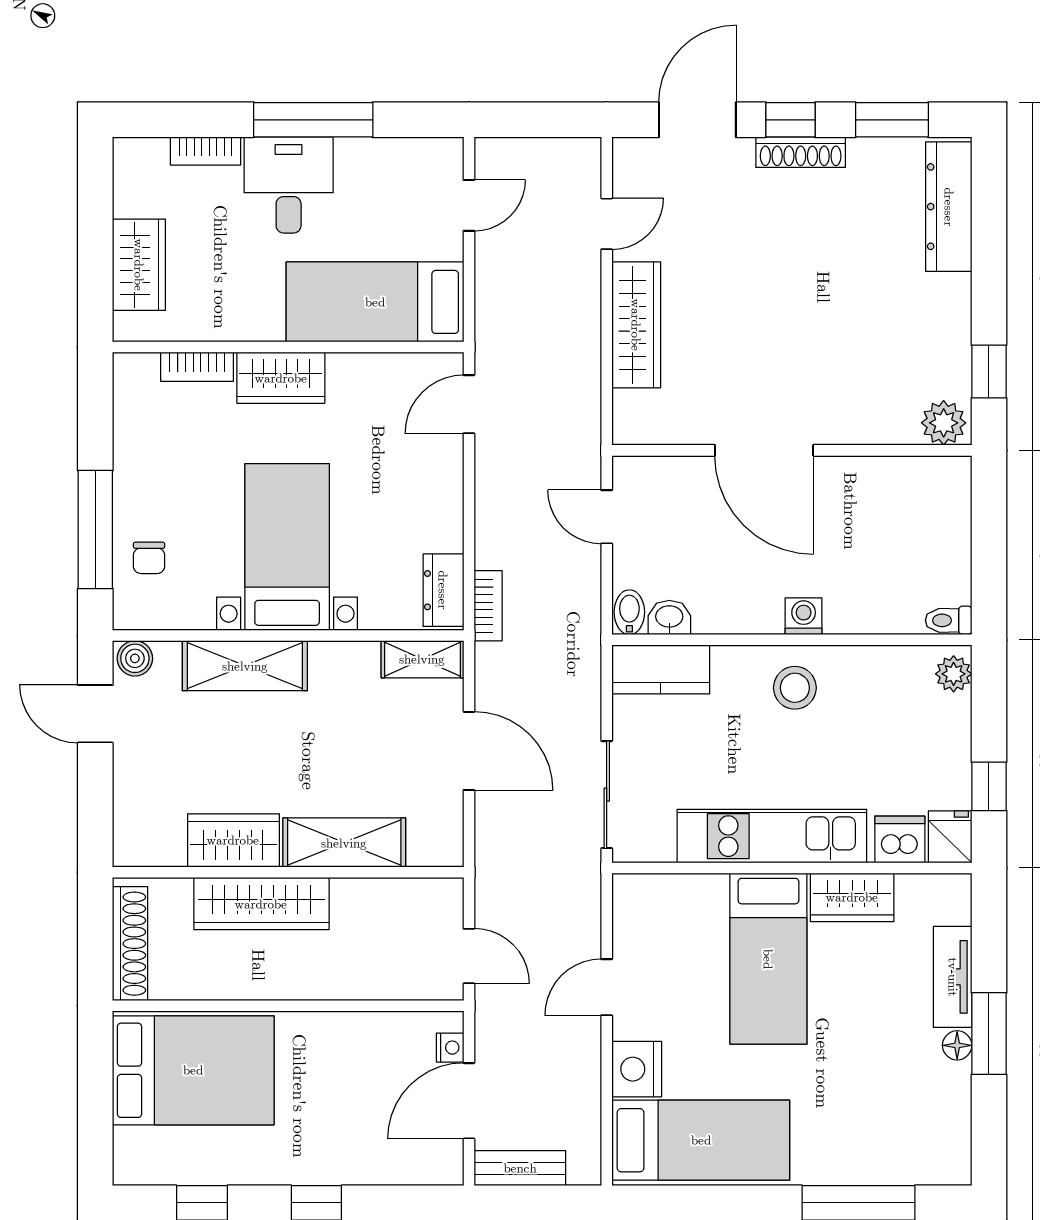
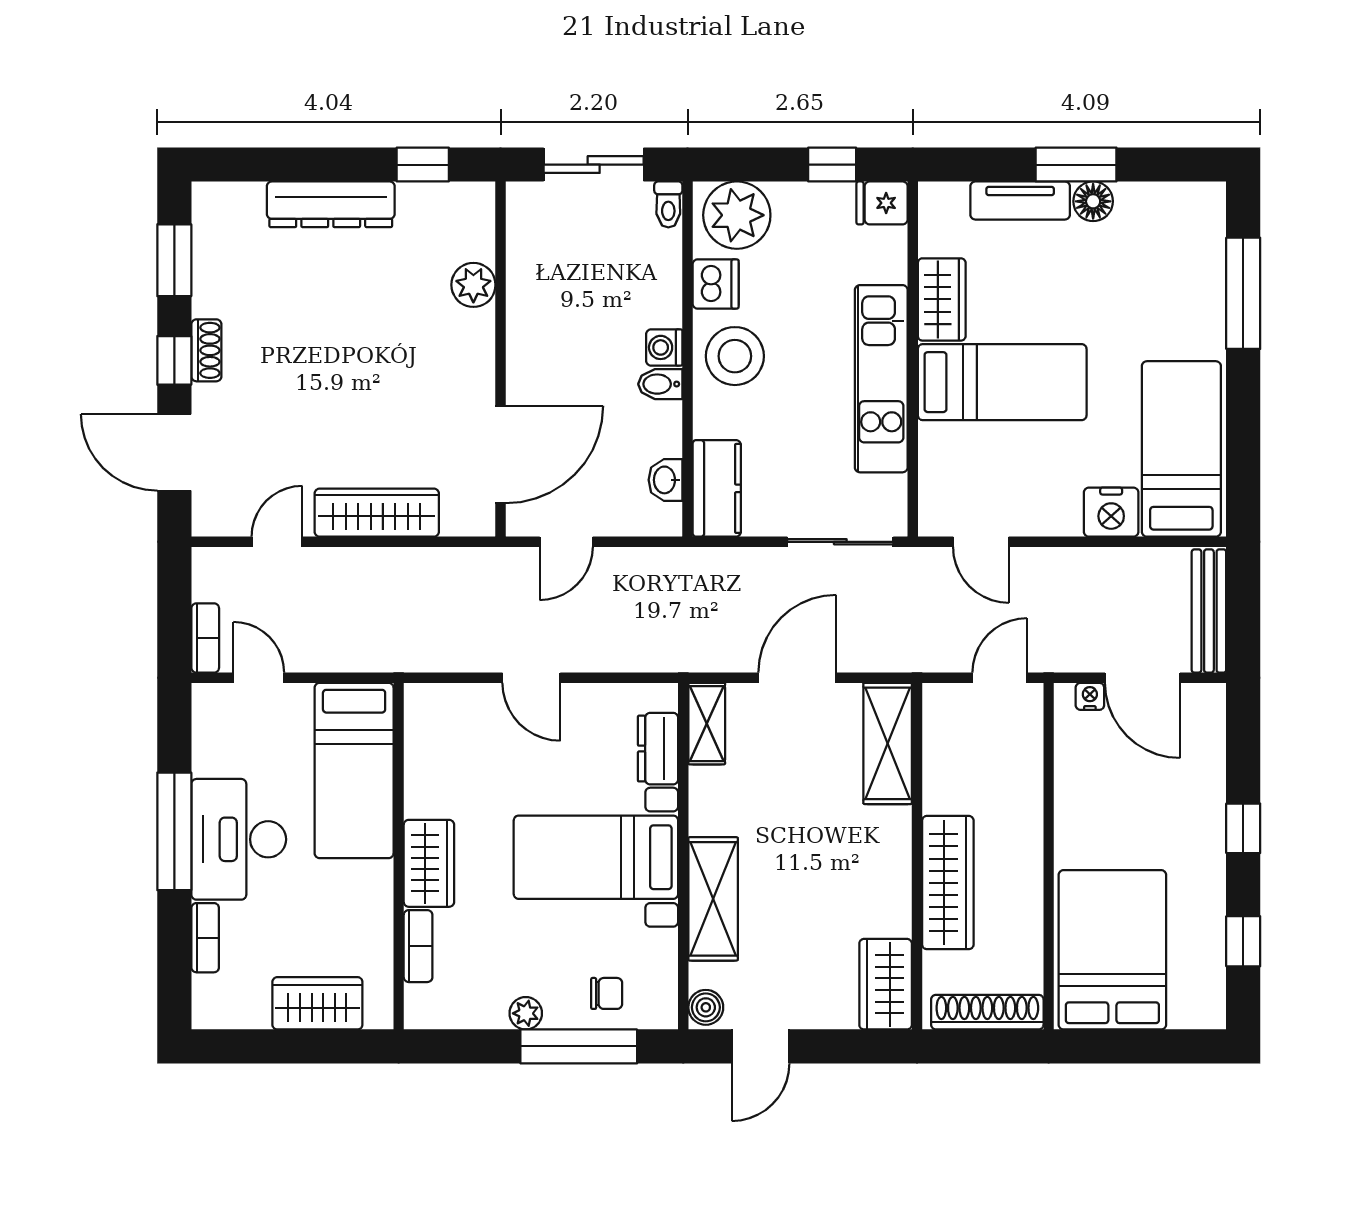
shoe rack: (801, 152) -> (206, 350), width x0.70
desk: (289, 185) -> (239, 839), width x1.37
dresser: (949, 207) -> (331, 204), moved
door: (607, 224) -> (277, 542), hinge flipped
door: (469, 404) -> (531, 678), moved
plant: (944, 423) -> (473, 285), moved
door: (764, 450) -> (501, 454), moved
plant: (129, 476) -> (526, 1013), added
sliding door: (989, 545) -> (594, 165), added
dresser: (443, 590) -> (658, 749), moved, turned 90
bookcase: (488, 606) -> (205, 638), moved, turned 90
bidet: (629, 612) -> (660, 384), moved
plant: (954, 674) -> (737, 215), width x1.87, depth x1.87
stool: (795, 688) -> (735, 356), width x1.38, depth x1.38
dishwasher: (900, 839) -> (716, 284), moved, turned 180
wardrobe: (233, 840) -> (886, 984), moved
shelving: (344, 843) -> (888, 743), moved
door: (607, 987) -> (981, 542), moved
floor lamp: (957, 1045) -> (1093, 201), width x1.37, depth x1.37
bench: (520, 1168) -> (1209, 611), width x1.36

